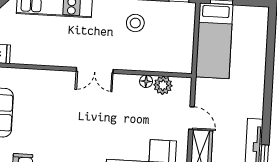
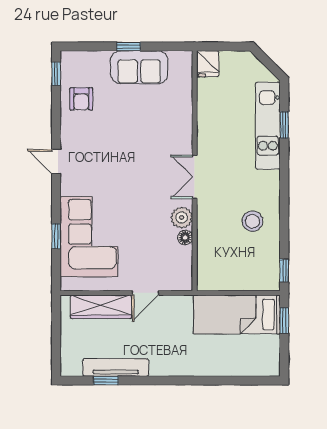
plant: (163, 85) -> (182, 218), moved

